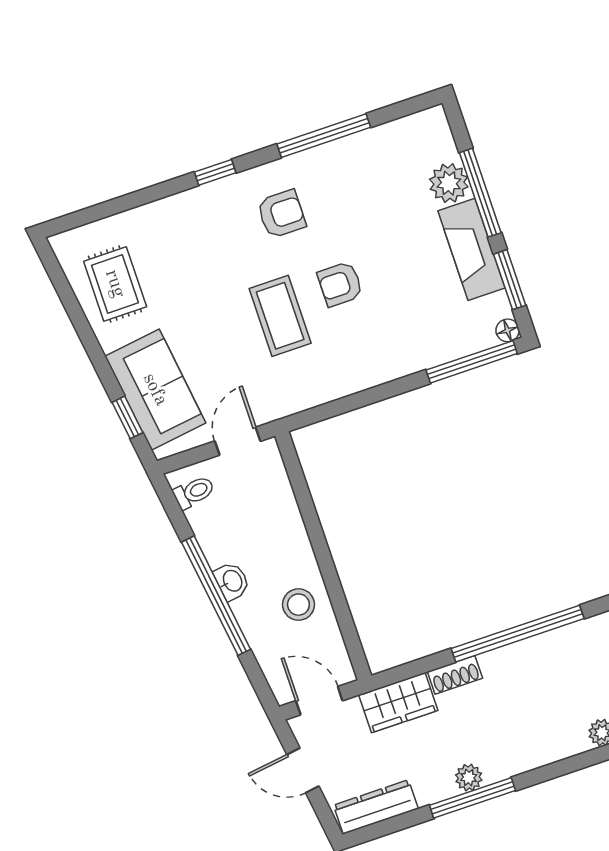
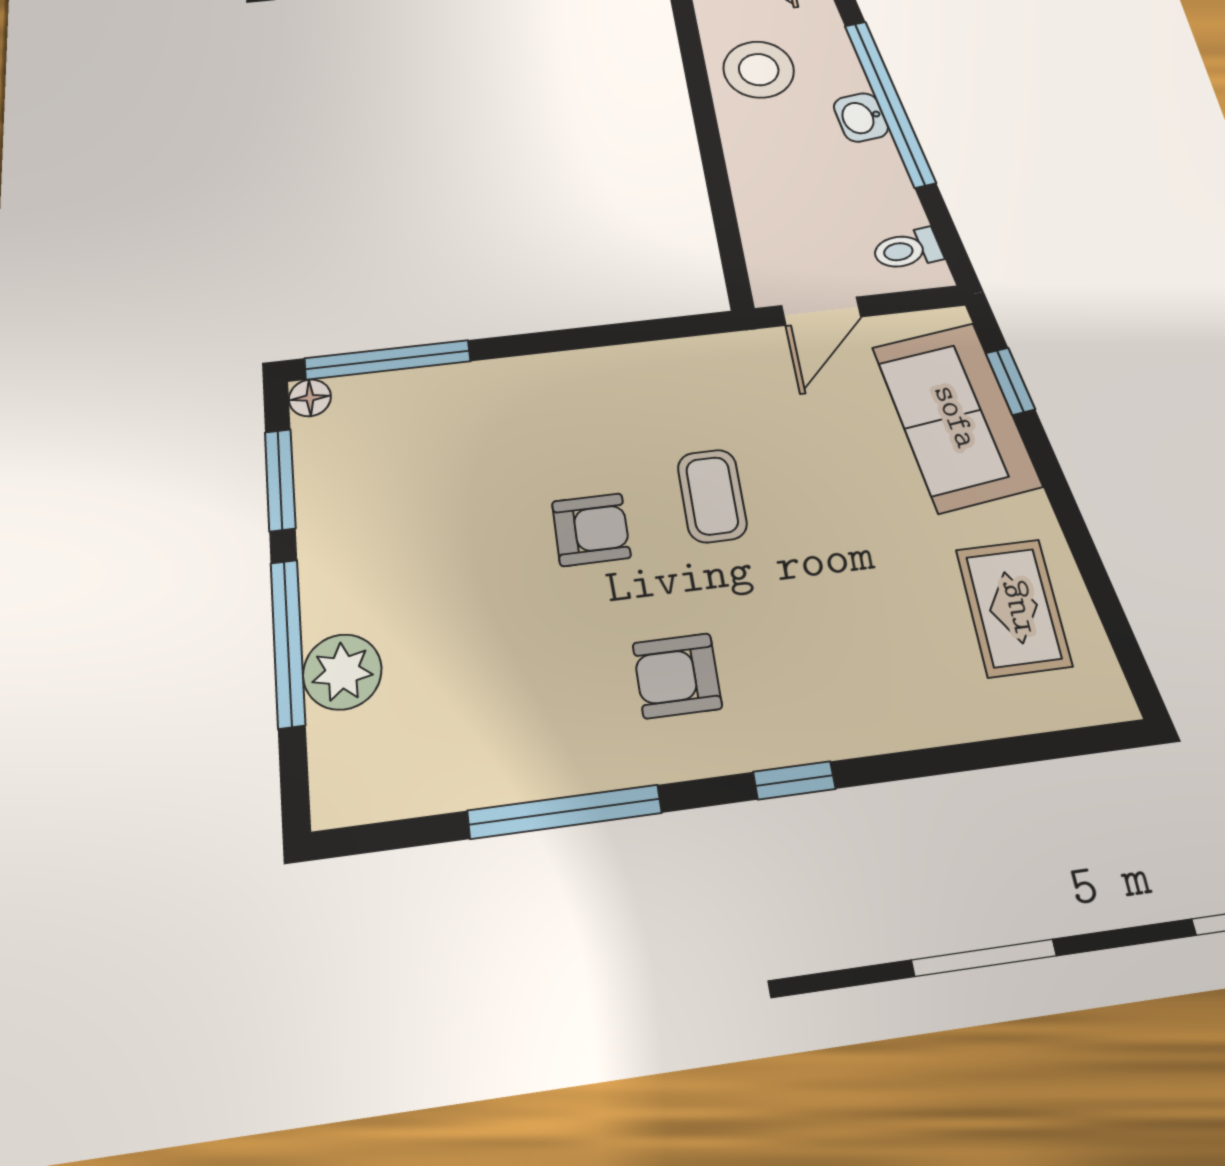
fireplace: (472, 249) -> (334, 544), removed
coffee table: (280, 316) -> (712, 496), width x0.73, depth x0.77
stool: (298, 605) -> (759, 70), width x1.38, depth x1.38

